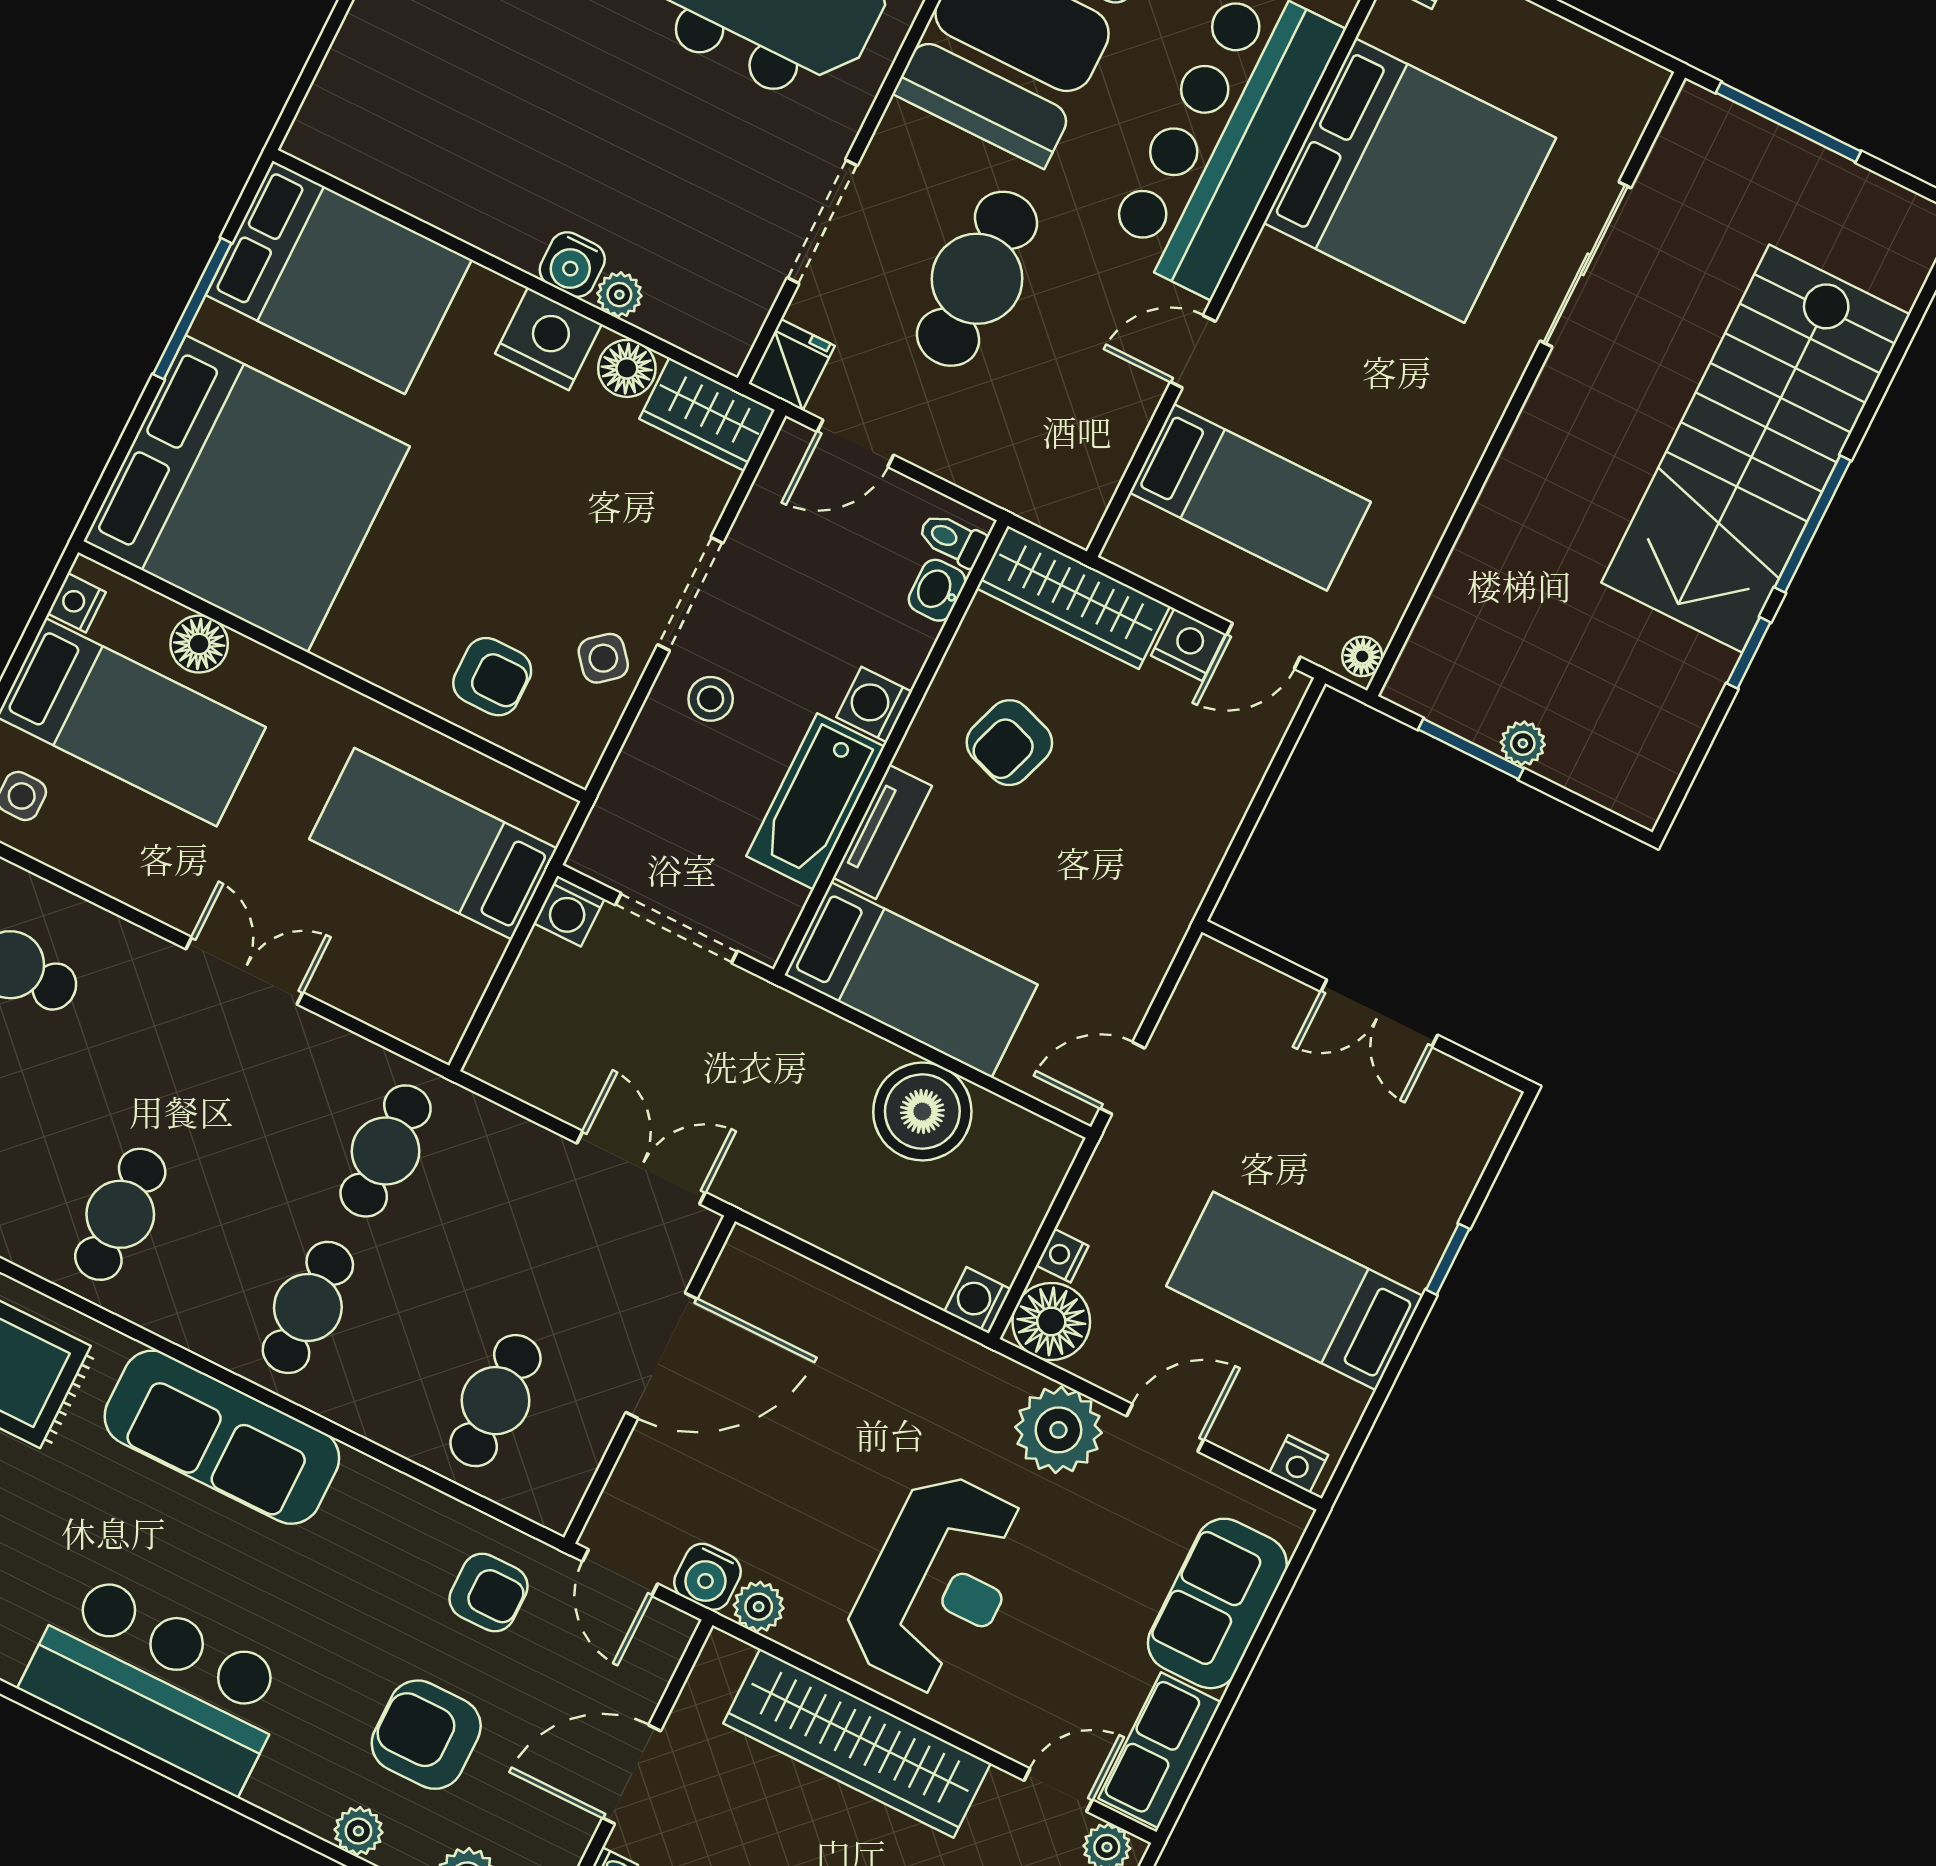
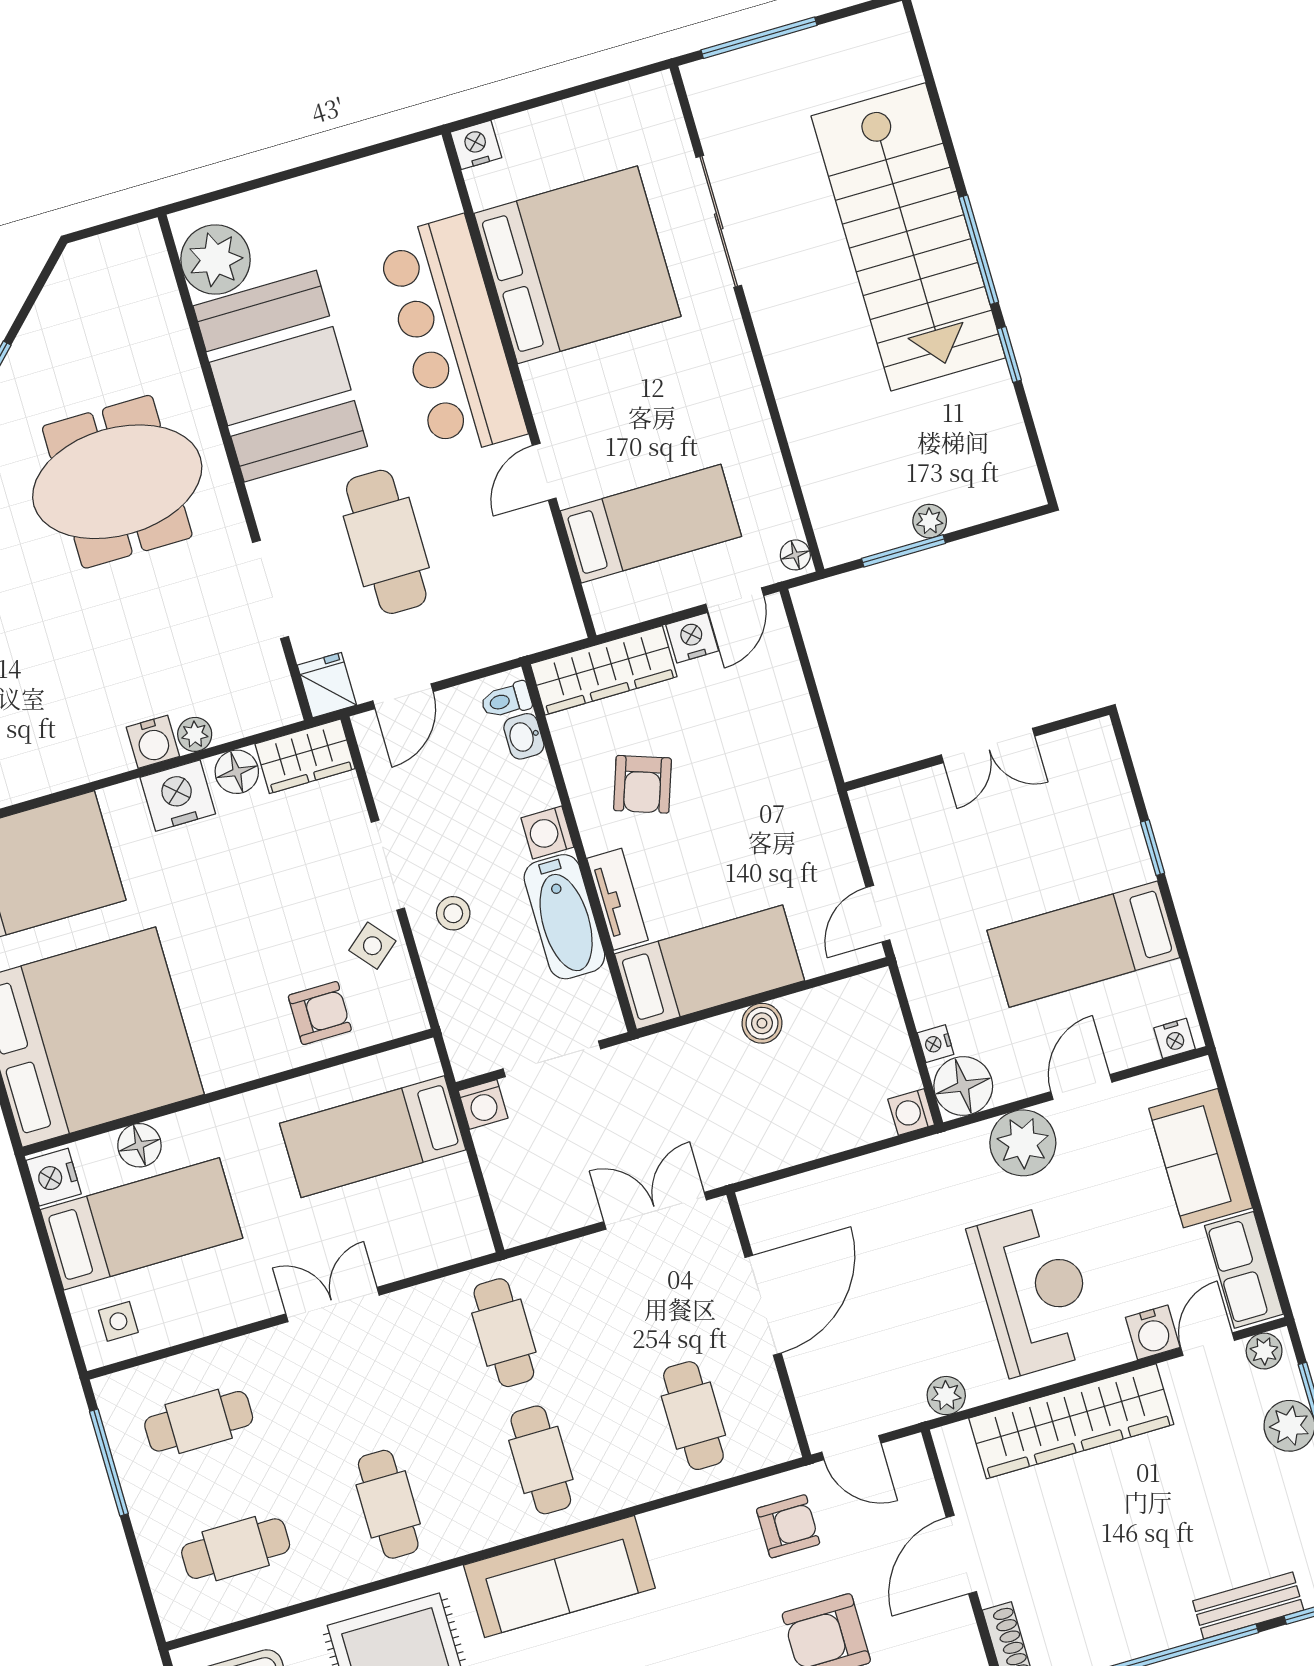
nightstand: (77, 603) -> (54, 1177), width x1.39, depth x1.35
boiler: (922, 1111) -> (762, 1023), width x0.54, depth x0.54
water cooler: (708, 1577) -> (1153, 1332), moved

